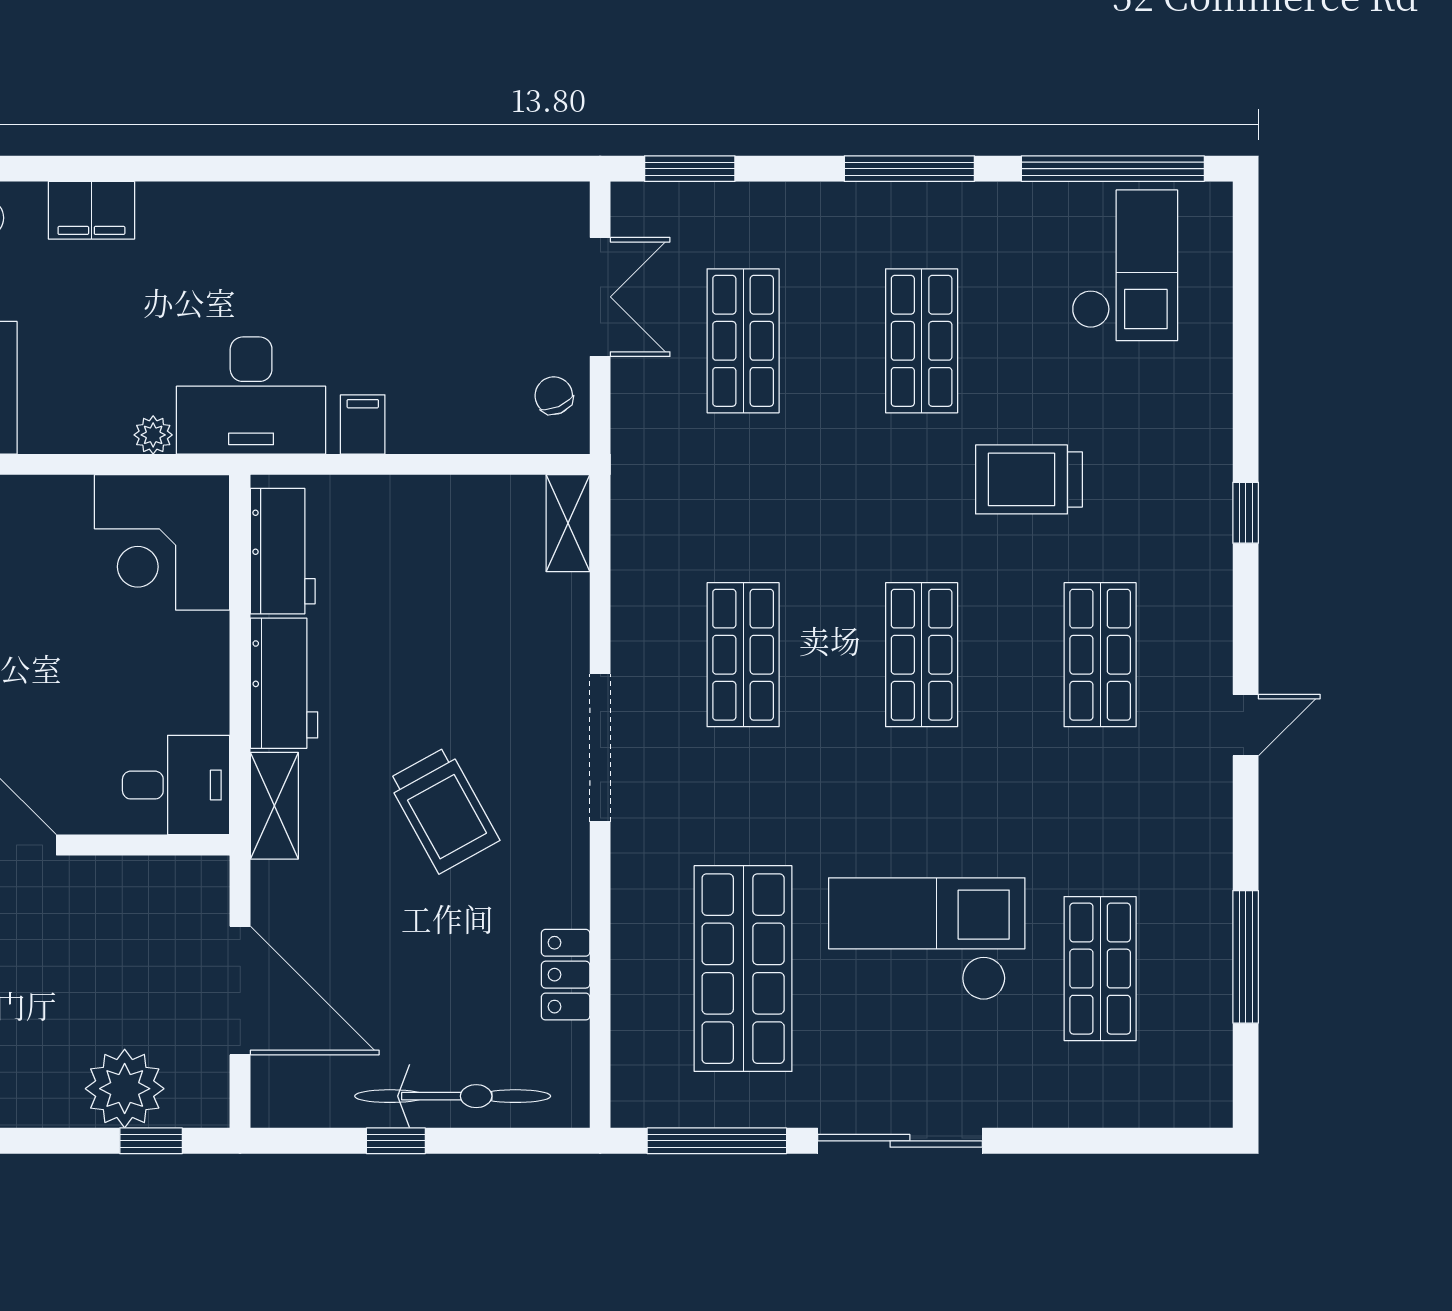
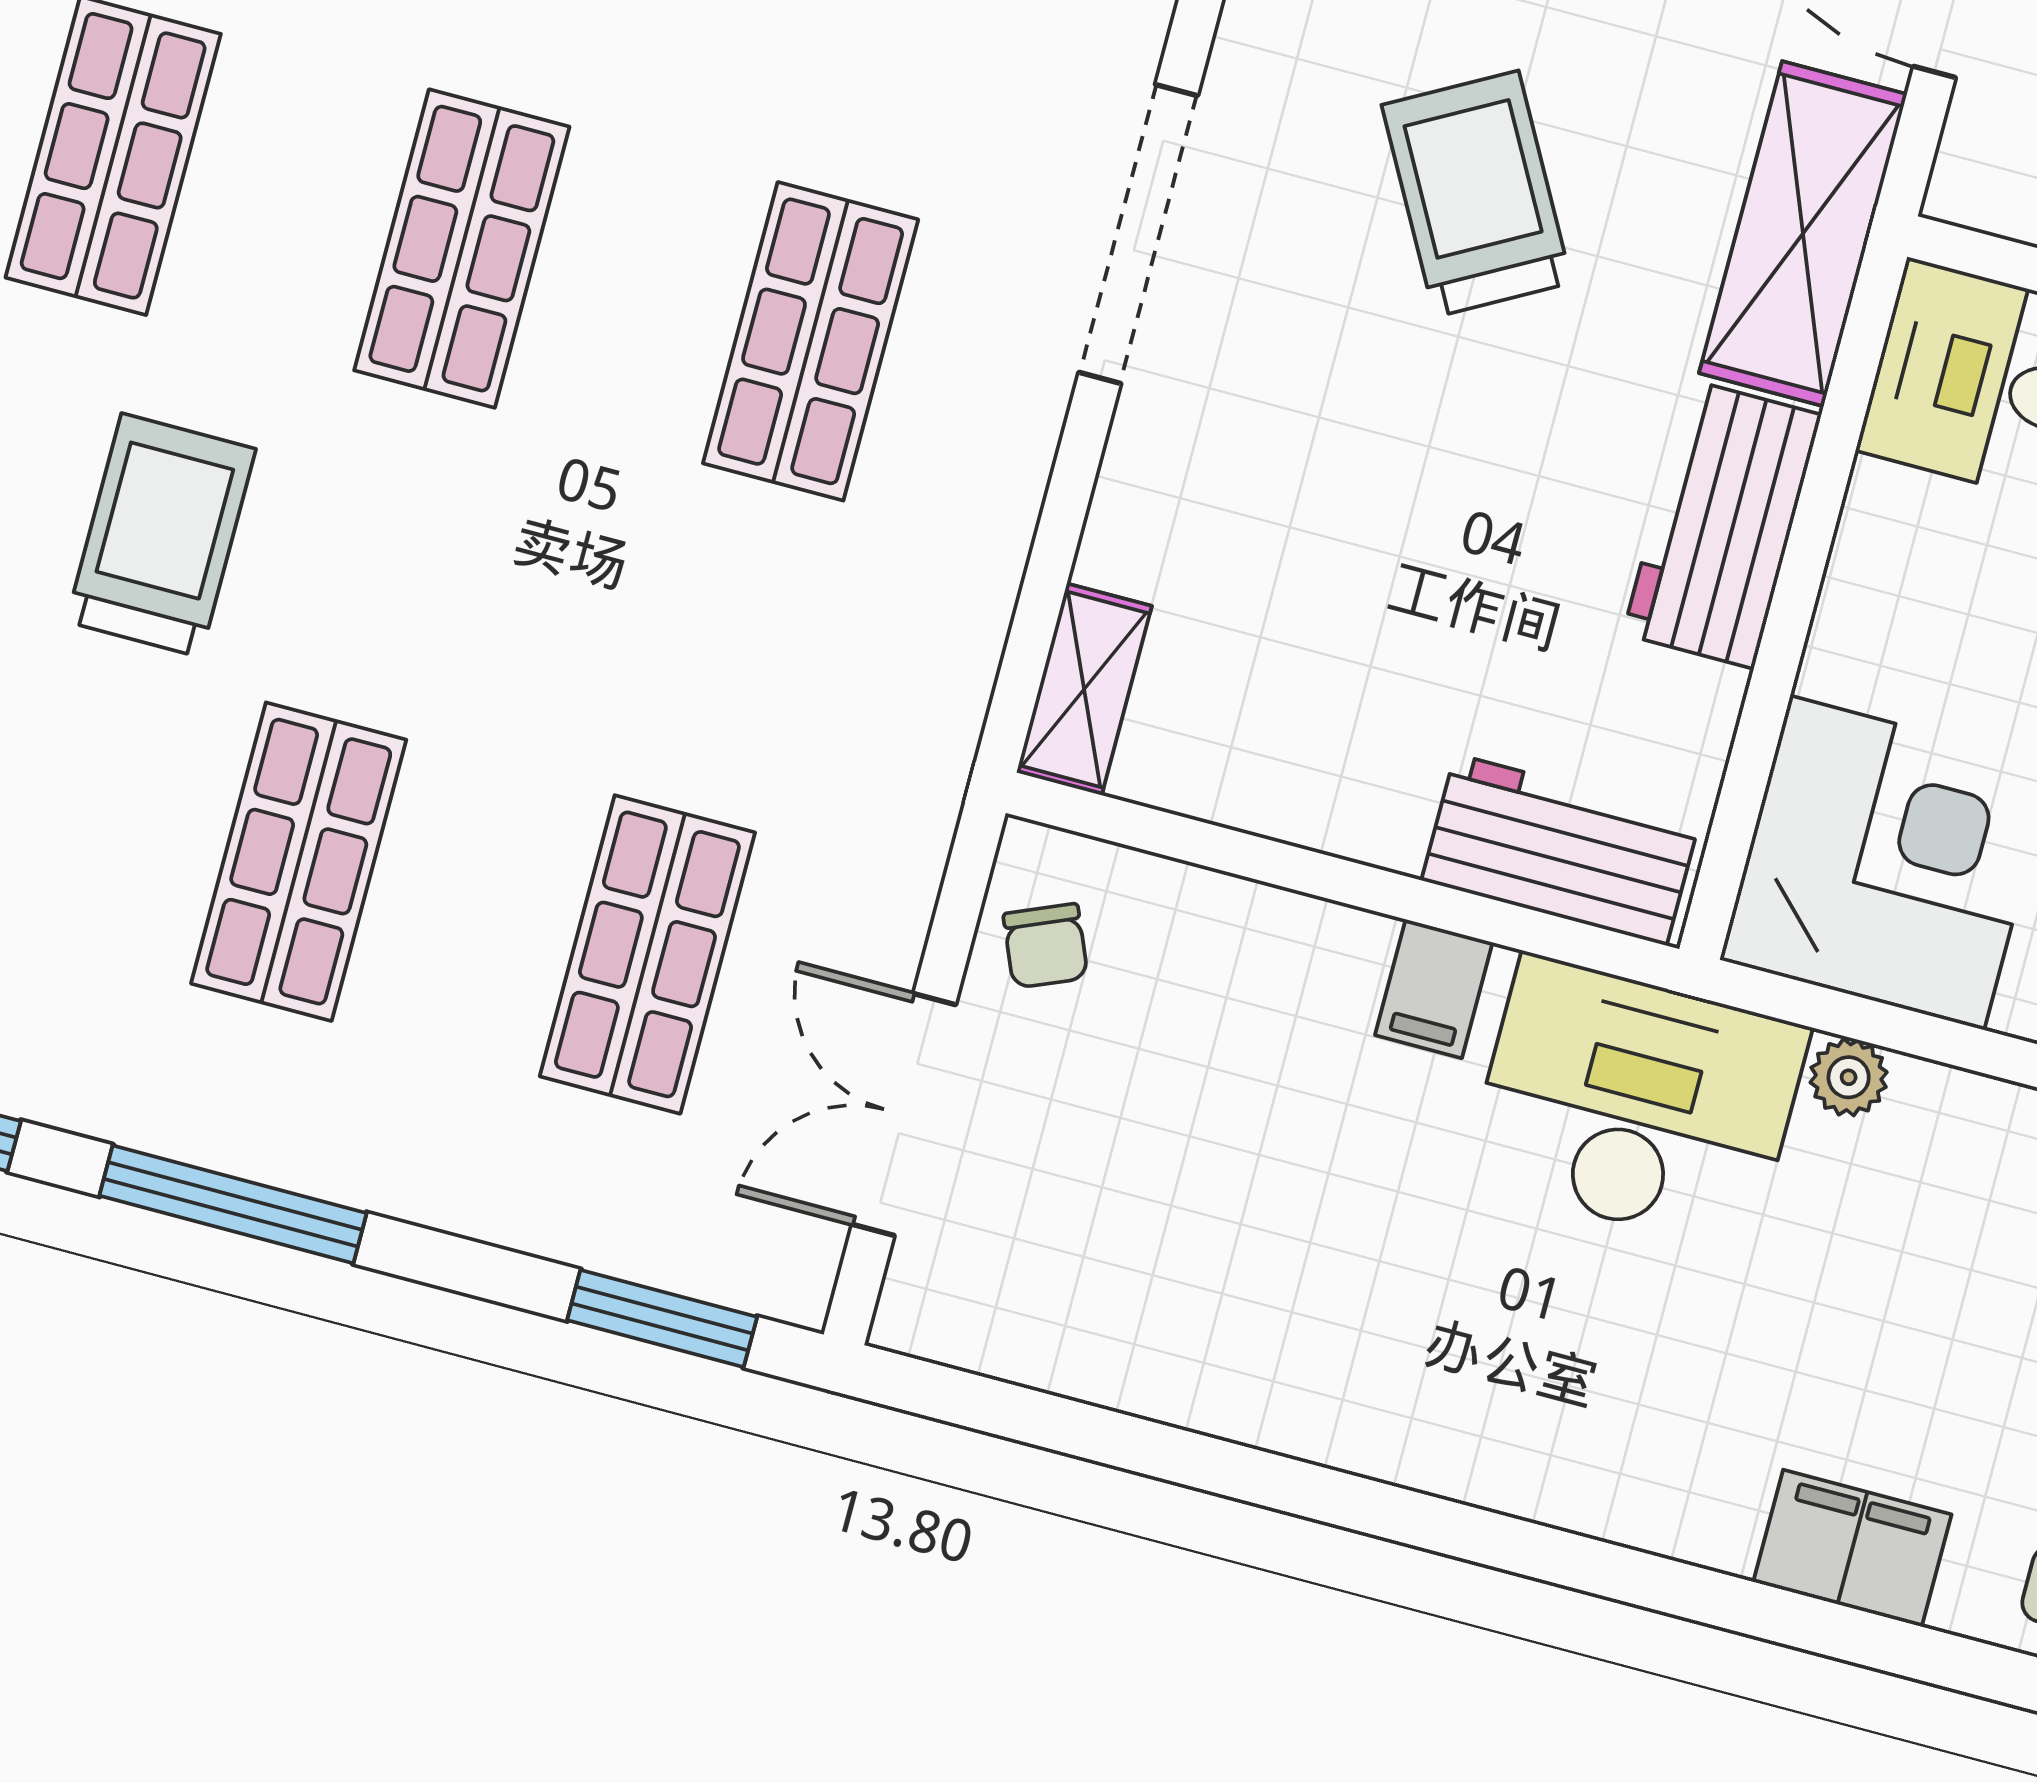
trolley: (1029, 479) -> (161, 535), turned -90
workbench: (283, 551) -> (1561, 850), moved, turned 90
shelving: (274, 806) -> (1803, 234), width x1.50, depth x1.33

